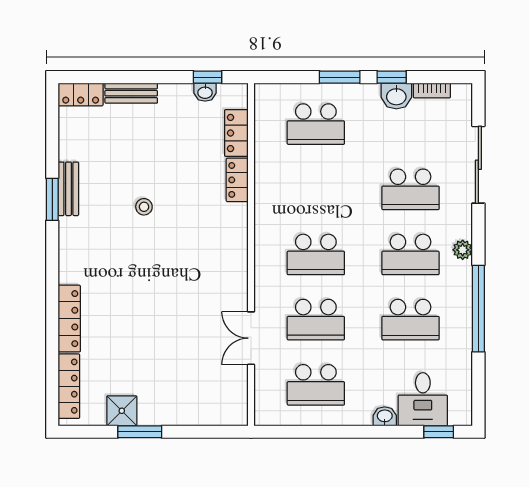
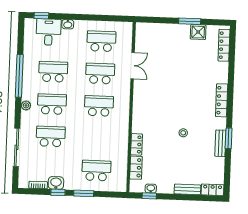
locker: (69, 319) -> (222, 100), moved

